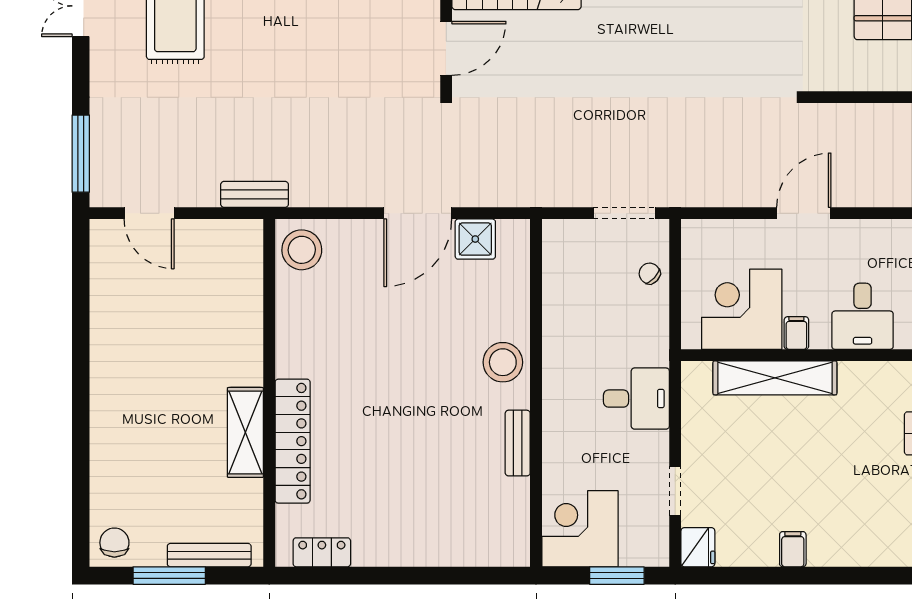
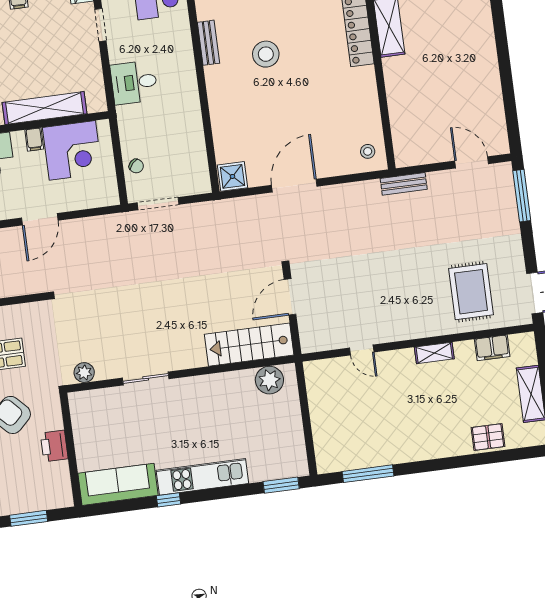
shower: (475, 239) -> (232, 176), moved
stool: (302, 250) -> (368, 151), width x0.53, depth x0.53
stool: (503, 362) -> (266, 54), moved

